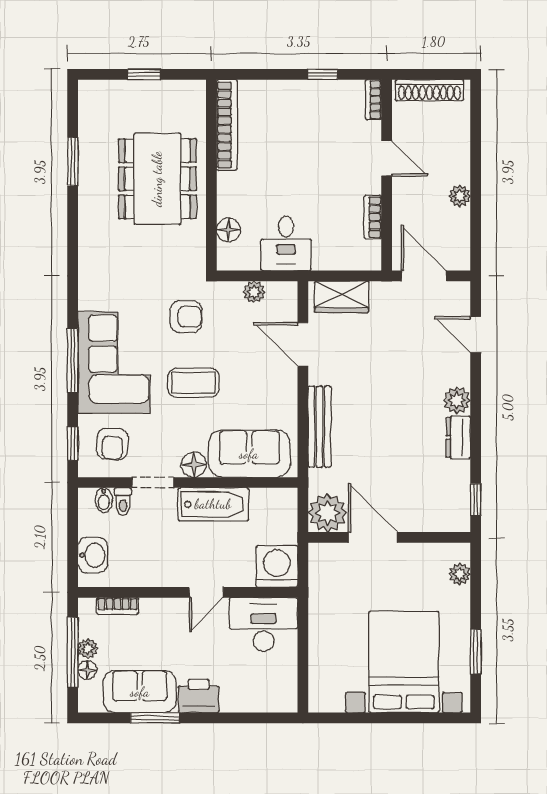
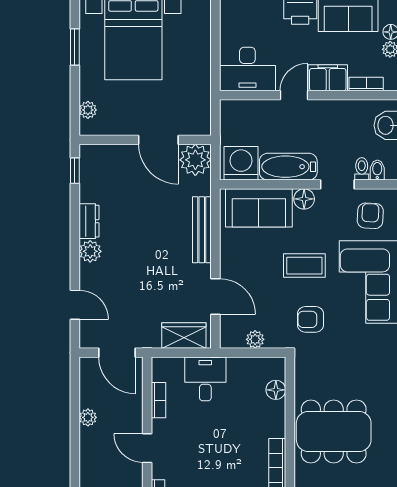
dining table: (157, 179) -> (334, 431), turned 90
desk: (286, 243) -> (205, 379), moved
washing machine: (277, 566) -> (241, 163), moved, turned 180
filing cabinet: (165, 614) -> (328, 78), added

